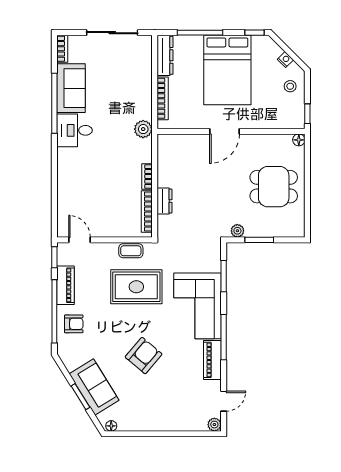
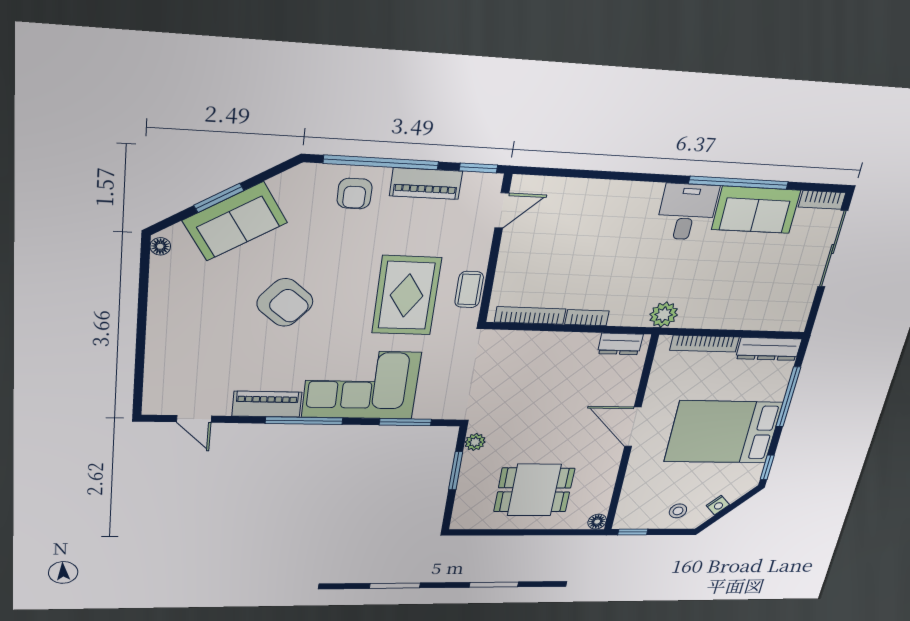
sliding door: (112, 33) -> (833, 249), moved
dining table: (274, 187) -> (534, 490), turned 90
dresser: (164, 201) -> (620, 344), moved
plant: (214, 425) -> (154, 405), removed

